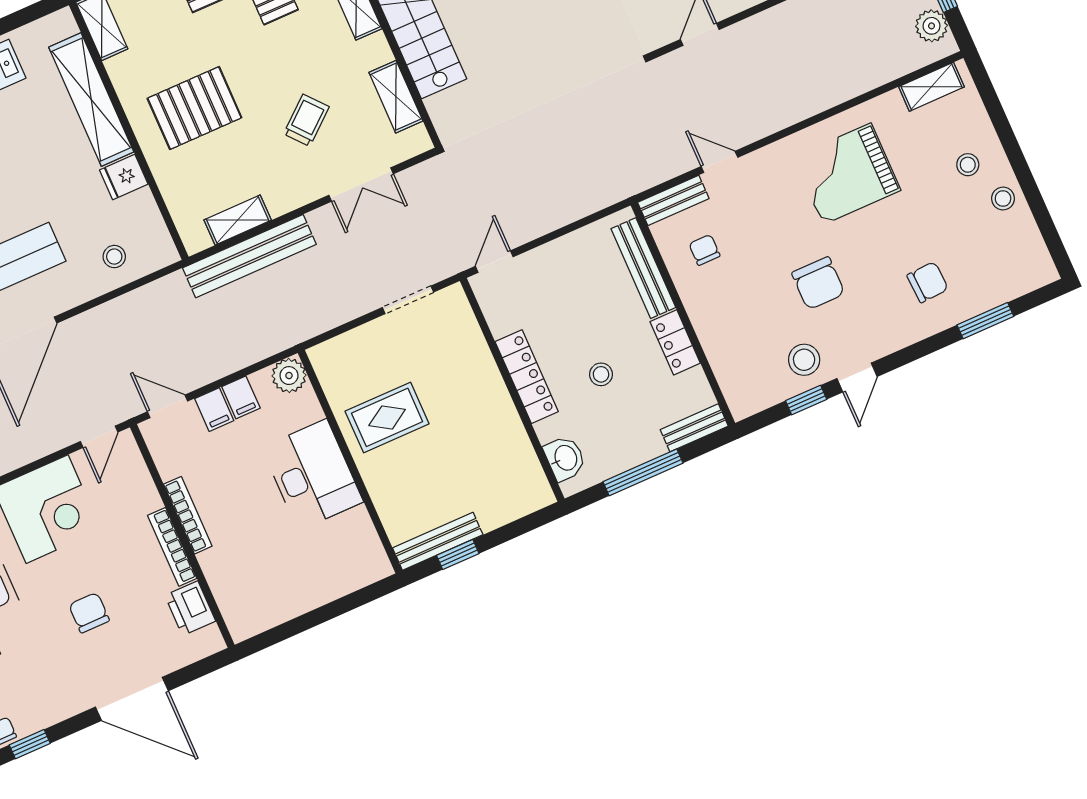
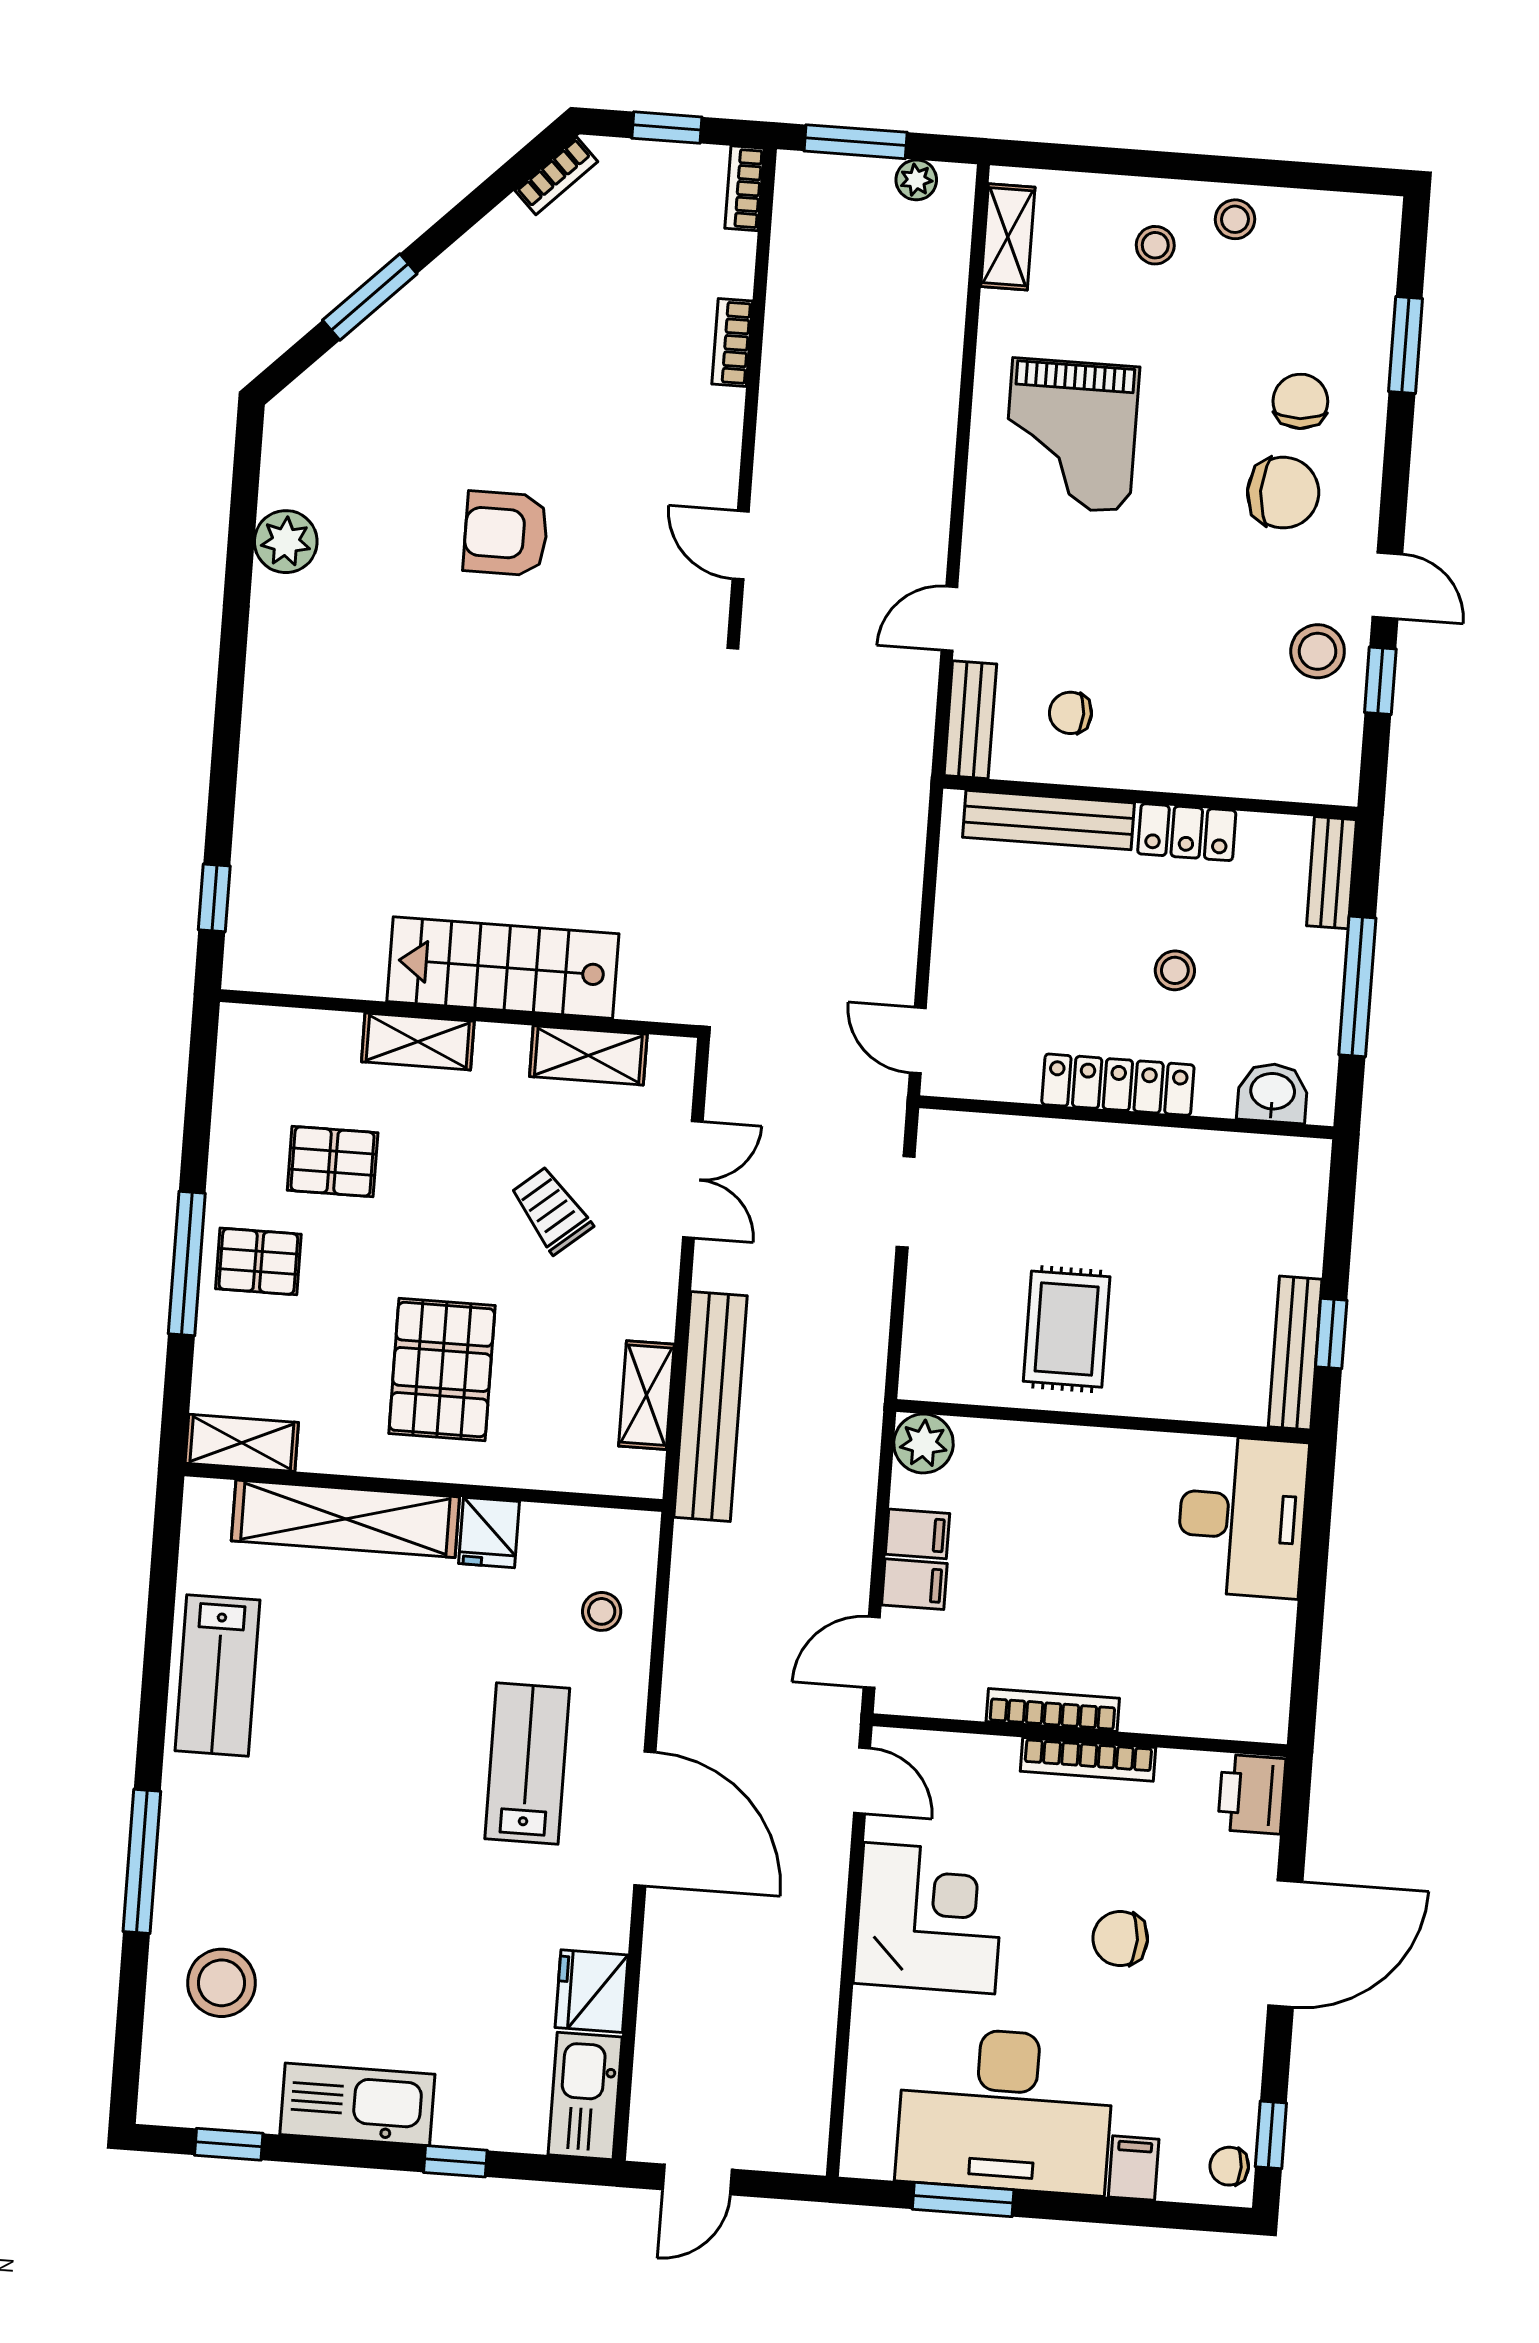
plant: (932, 26) -> (916, 180), width x0.73, depth x0.73
chair: (818, 283) -> (1283, 493), moved
desk: (312, 475) -> (1242, 1517), moved, turned 90
printer: (190, 608) -> (1252, 1794), moved, turned 90

